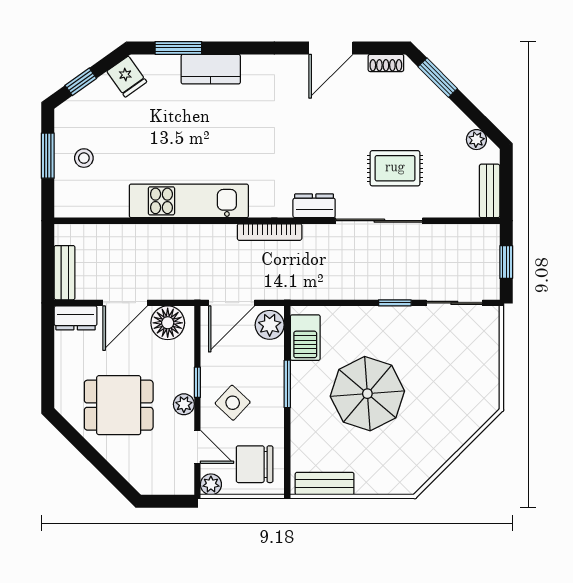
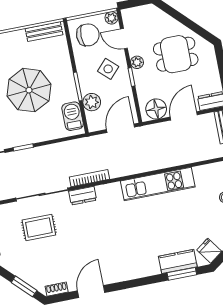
kitchen counter: (211, 69) -> (178, 261), moved
bookcase: (270, 232) -> (89, 178), moved
plant: (270, 325) -> (92, 102), moved

